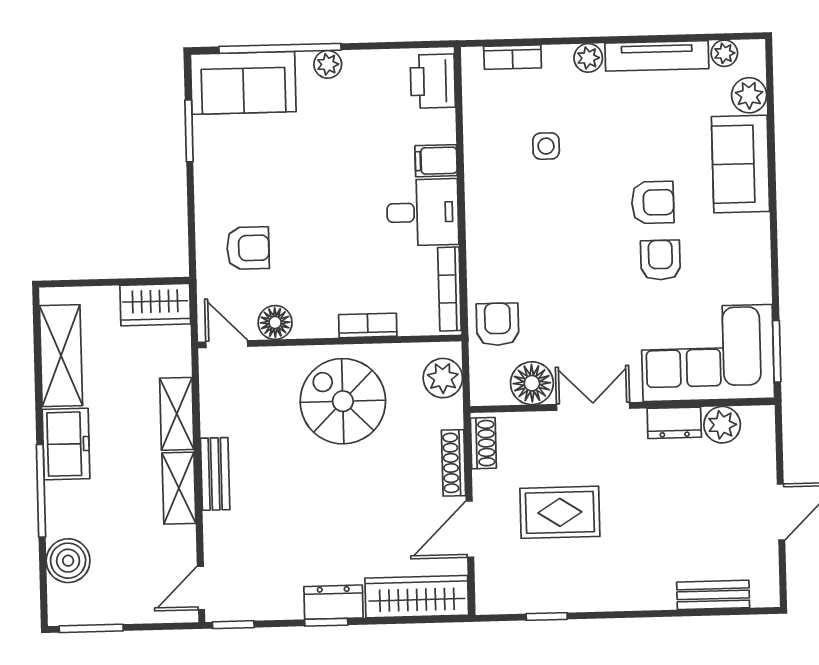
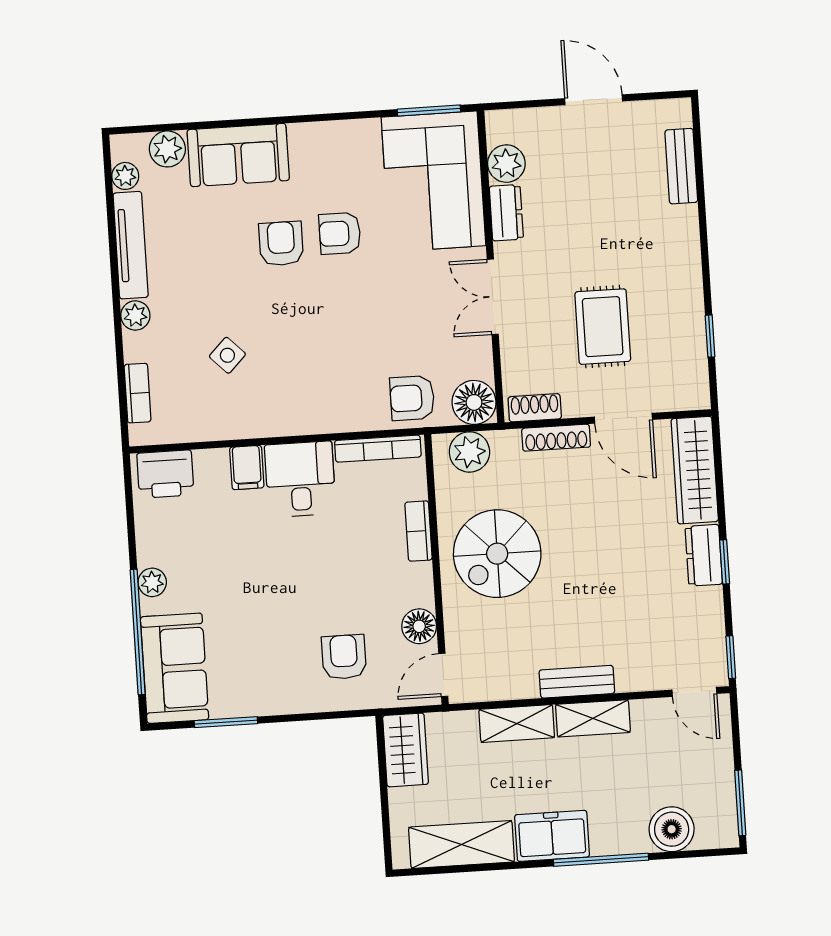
side table: (546, 146) -> (227, 355), turned 45
floor lamp: (532, 383) -> (474, 402), moved

